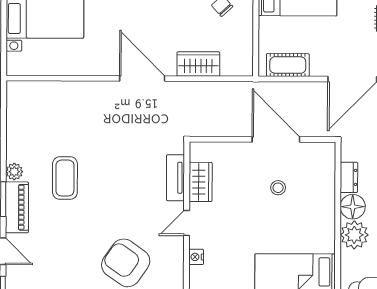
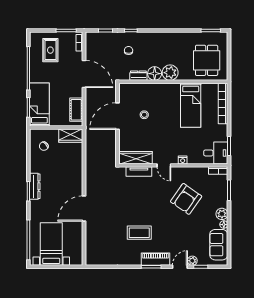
wardrobe: (198, 64) -> (71, 136), moved, turned -90
door: (142, 78) -> (84, 209), moved
plant: (14, 172) -> (192, 261), moved
wardrobe: (201, 182) -> (136, 158), width x1.50

